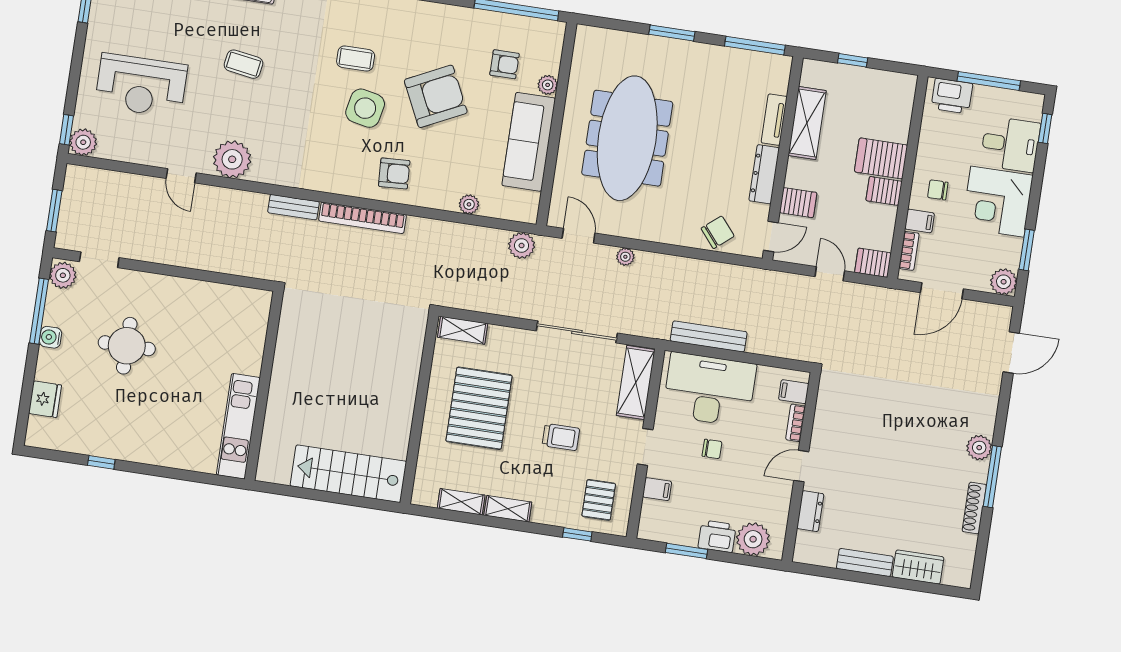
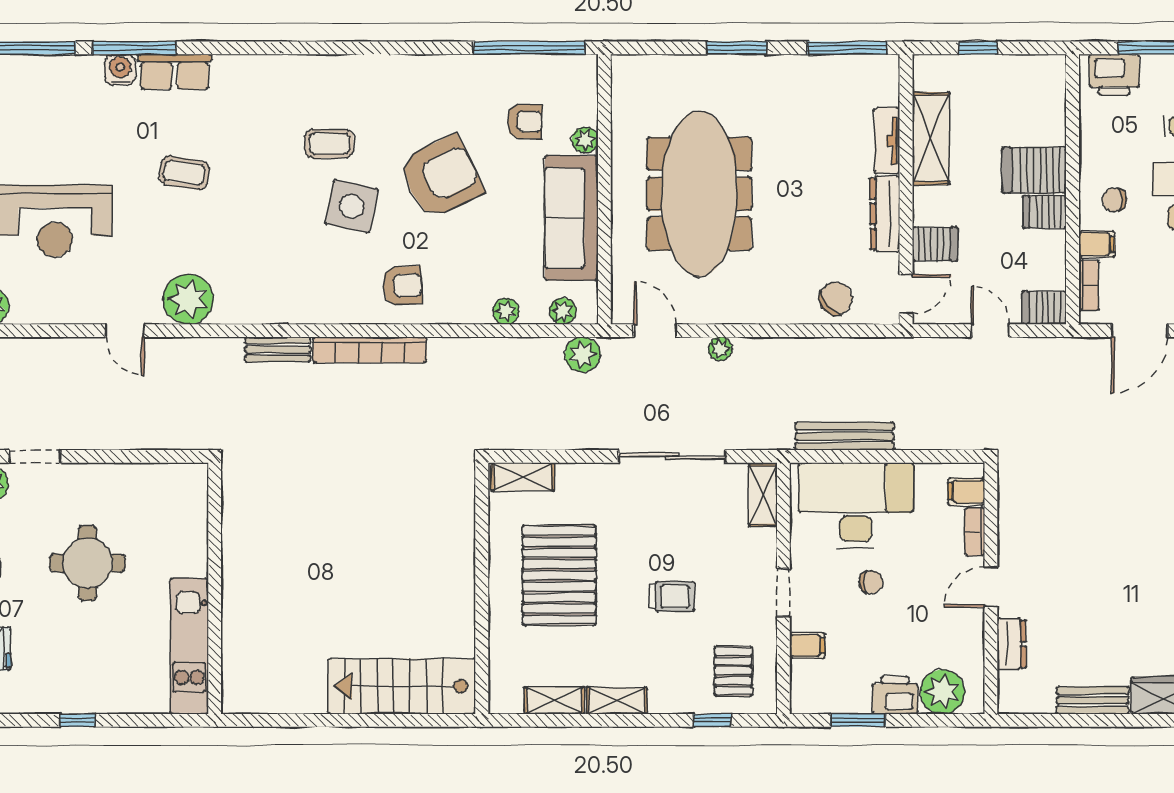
plant: (512, 211) -> (563, 311), added
shelving: (636, 382) -> (763, 495), width x0.67, depth x0.75
wall: (264, 386) -> (215, 588), moved
kitchen unit: (238, 426) -> (189, 646), moved

